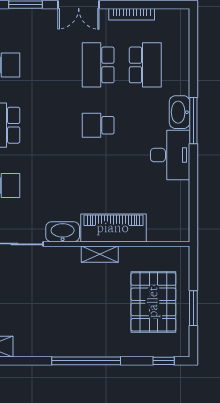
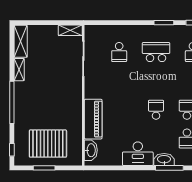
window: (193, 121) -> (169, 168), moved
washbasin: (63, 232) -> (91, 150), moved
shelving: (100, 254) -> (19, 70), moved

